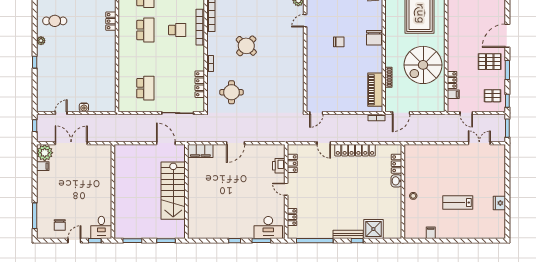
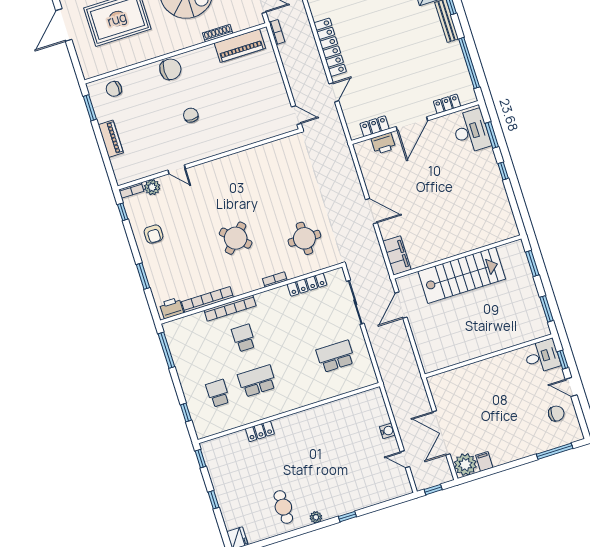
door: (286, 189) -> (412, 124), width x1.87

